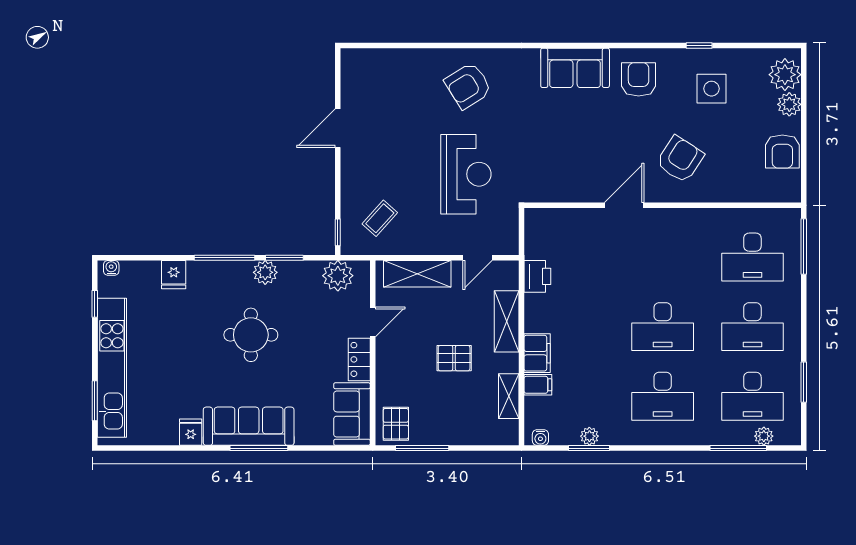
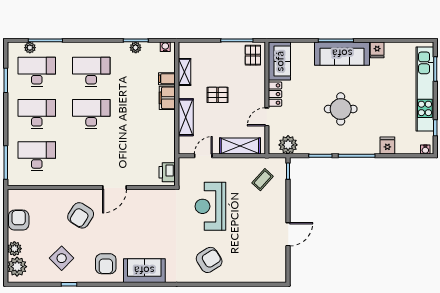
side table: (711, 89) -> (62, 258), turned 45
plant: (265, 272) -> (332, 147), removed
printer: (537, 276) -> (167, 172), moved

